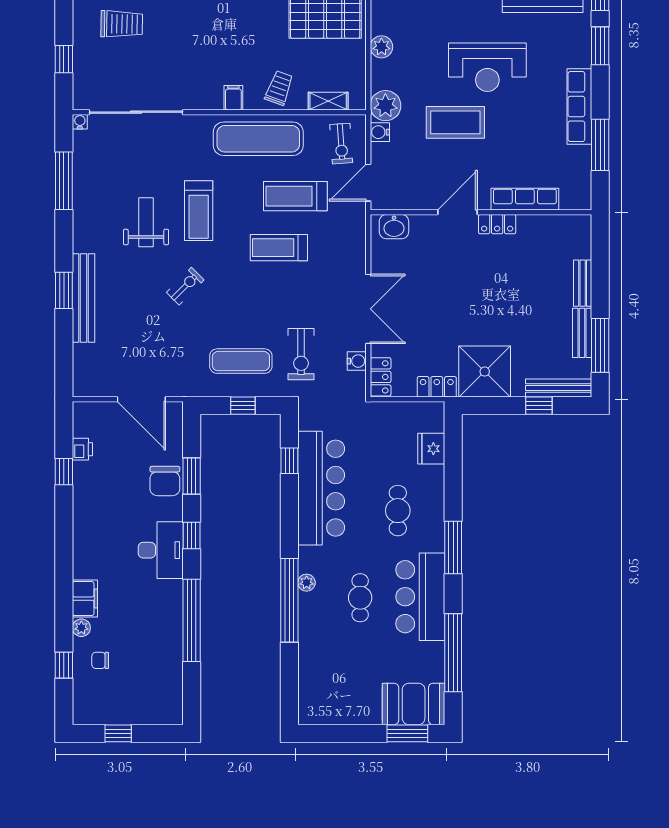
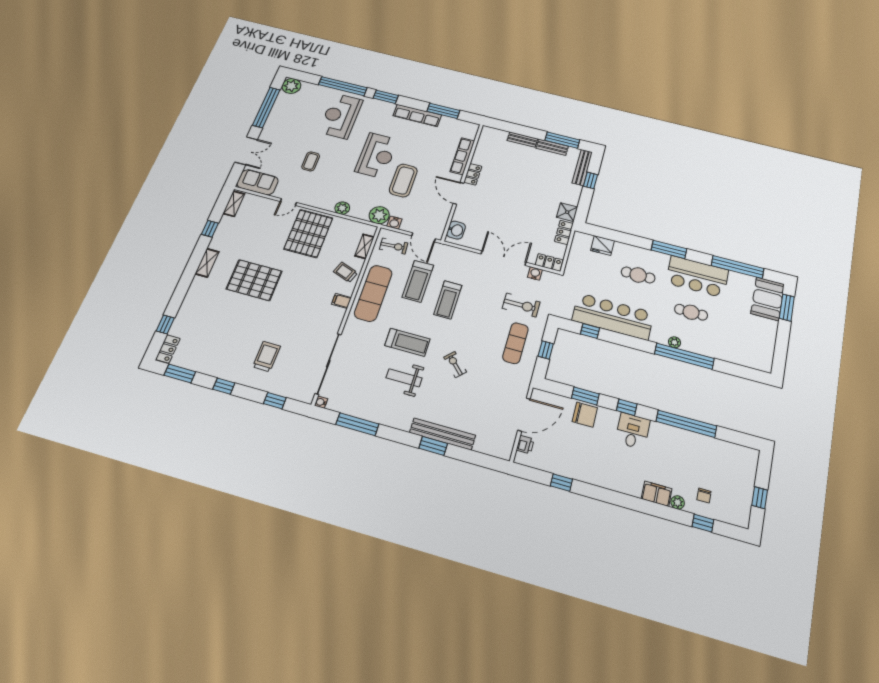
shower: (485, 372) -> (567, 212), width x0.54, depth x0.54
printer: (82, 449) -> (525, 445), moved, turned 90
desk: (161, 550) -> (633, 431), width x0.73

